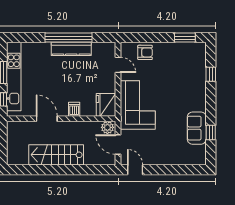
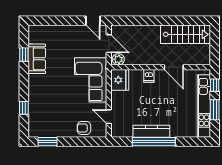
stairs: (56, 155) -> (186, 34), moved

